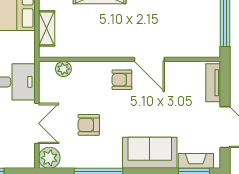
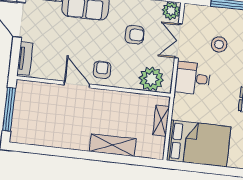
plant: (63, 69) -> (151, 79), width x1.88, depth x1.88
armchair: (122, 80) -> (102, 70), turned -90

